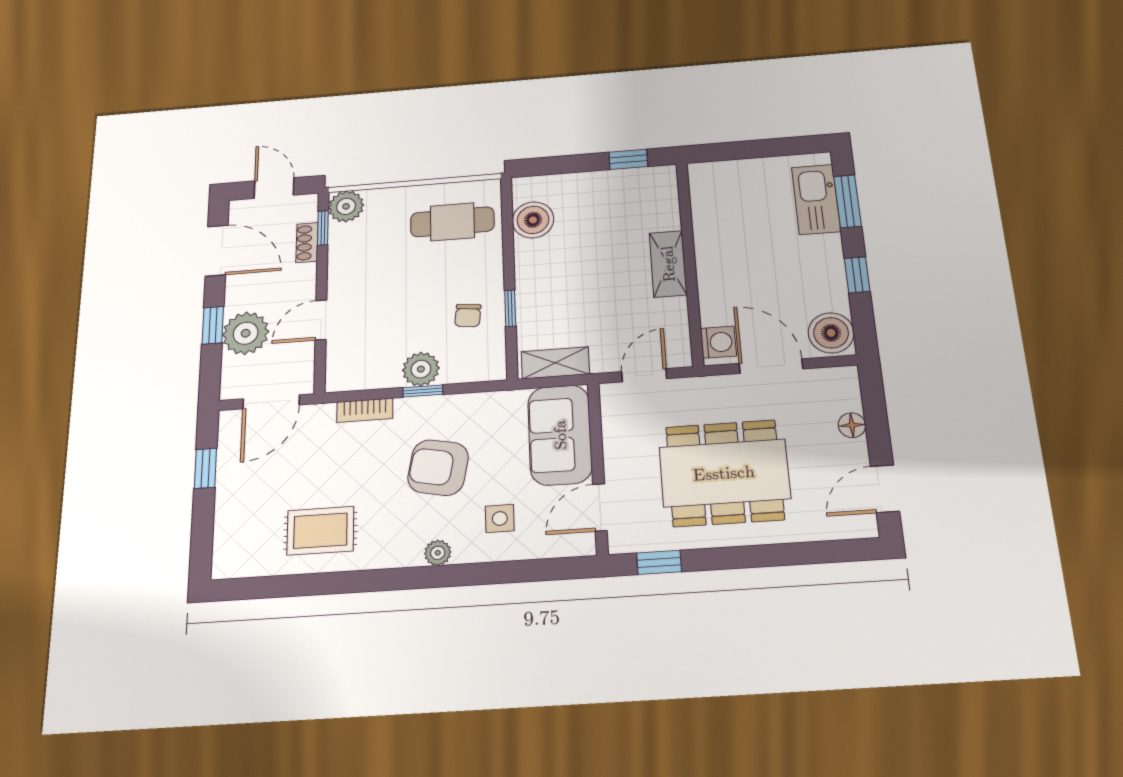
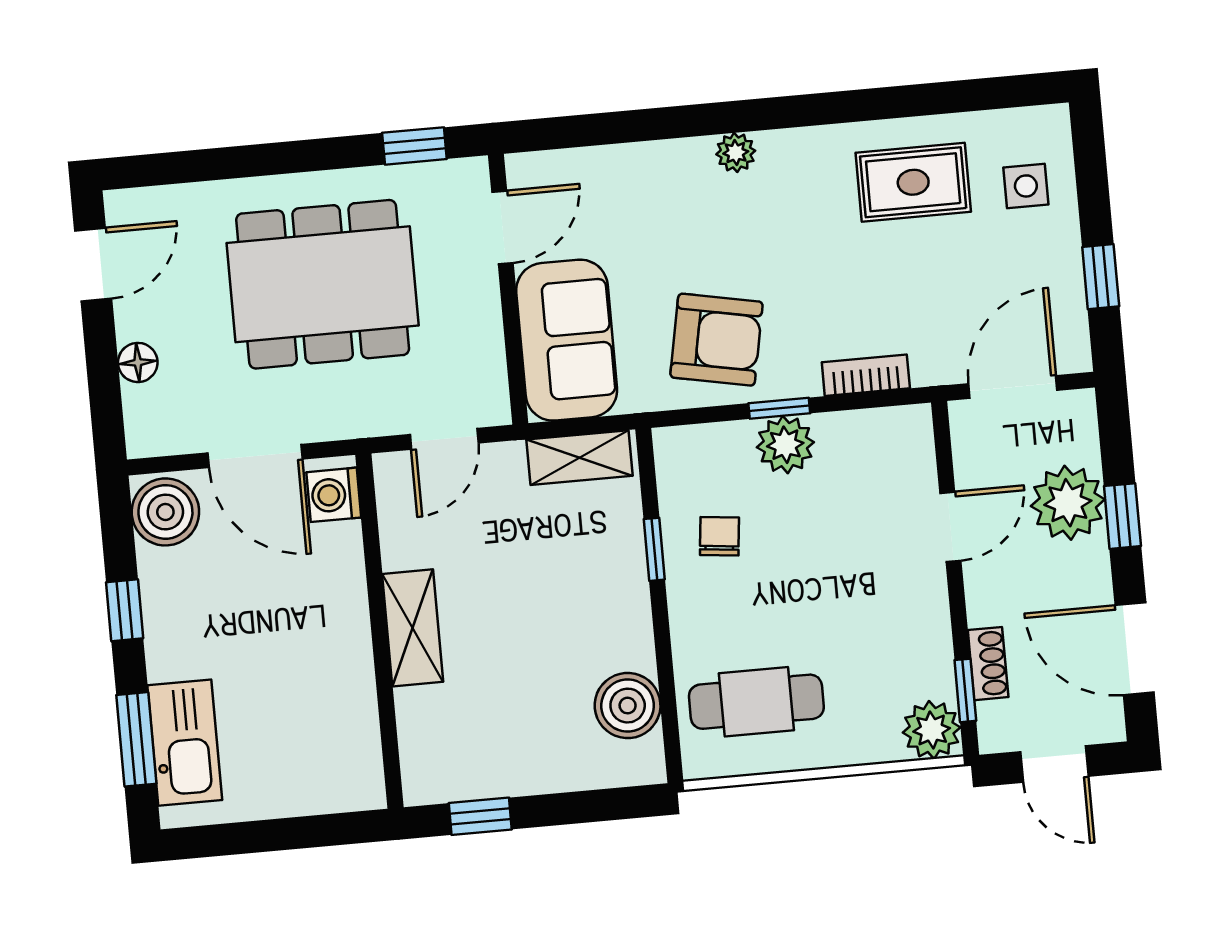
armchair: (438, 468) -> (716, 340), moved
side table: (500, 518) -> (1026, 186), moved

